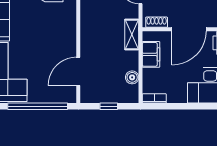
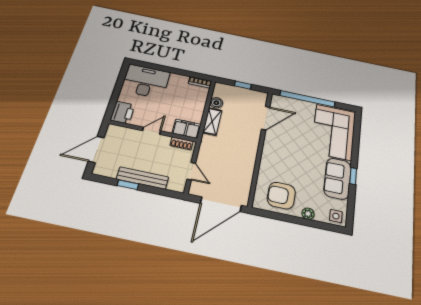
door: (189, 29) -> (152, 131), width x0.53
shelving: (132, 34) -> (212, 121), moved
filing cabinet: (151, 54) -> (186, 129), moved, turned 90

